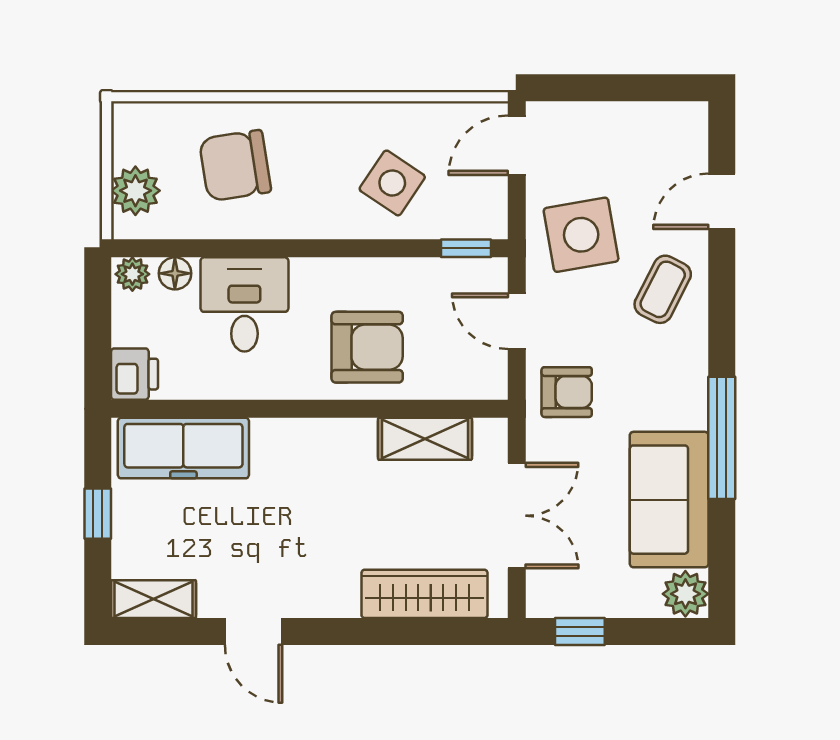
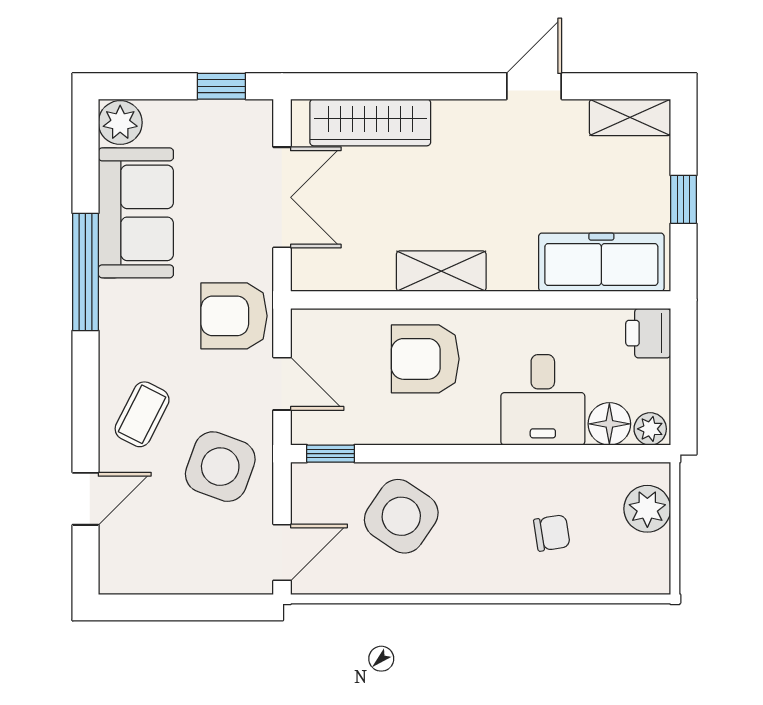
chair: (235, 166) -> (552, 533), width x0.54, depth x0.54
side table: (392, 183) -> (401, 516), width x1.37, depth x1.37
side table: (581, 235) -> (220, 467), turned 30
floor lamp: (175, 273) -> (609, 424), width x1.37, depth x1.37
armchair: (567, 392) -> (234, 316), width x1.38, depth x1.38
shelving: (425, 439) -> (441, 271), moved
double door: (517, 516) -> (282, 197), swing flipped
door: (254, 632) -> (534, 86), hinge flipped

